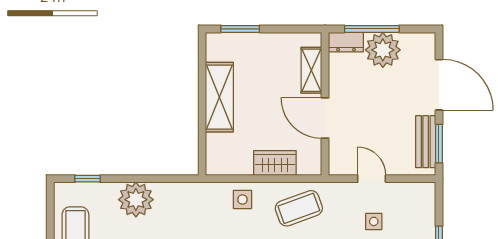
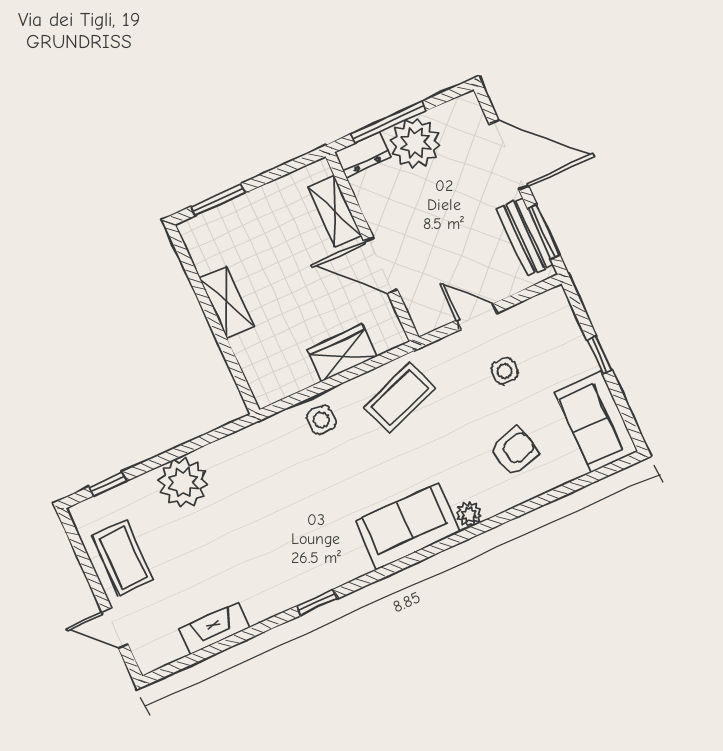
shelving: (219, 97) -> (227, 302), width x0.67, depth x0.75

